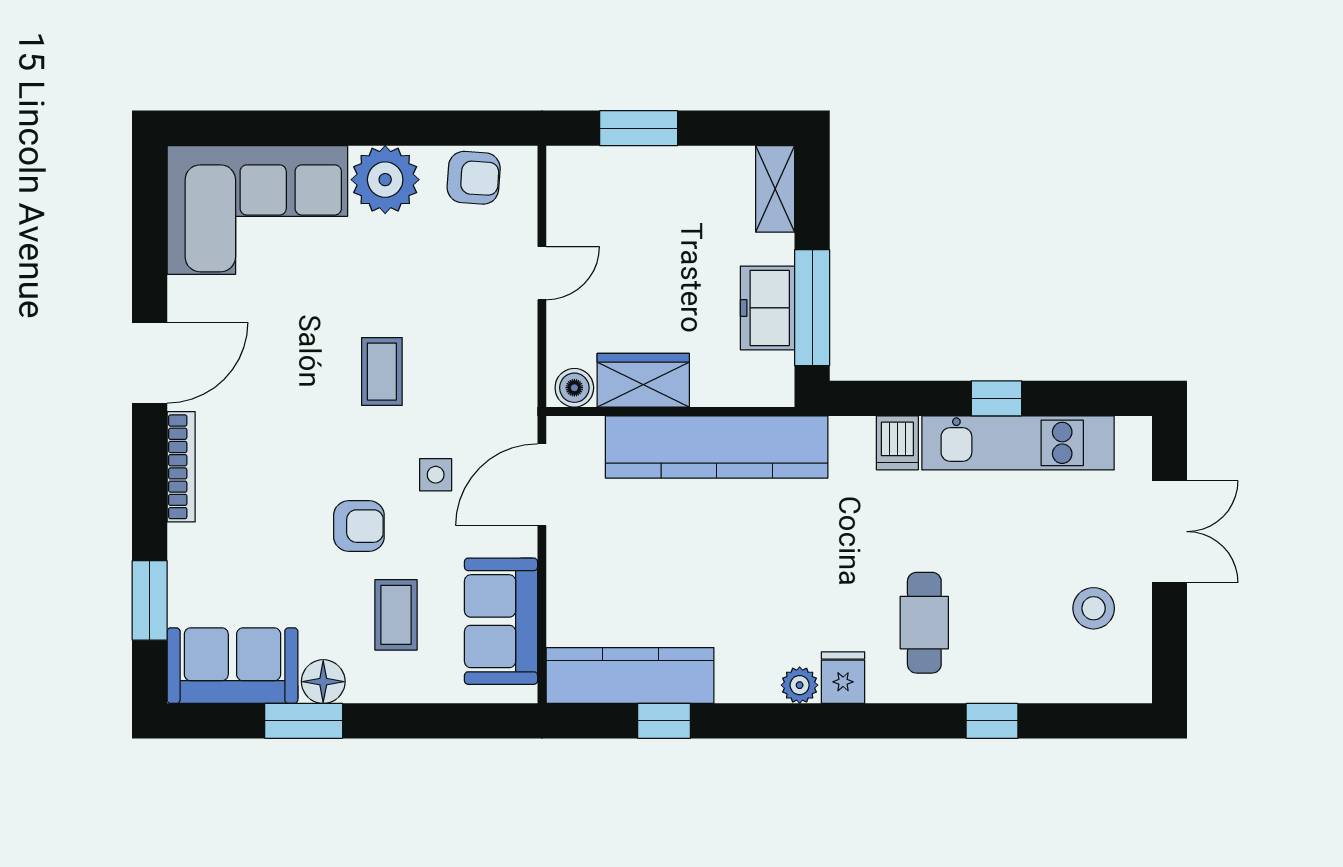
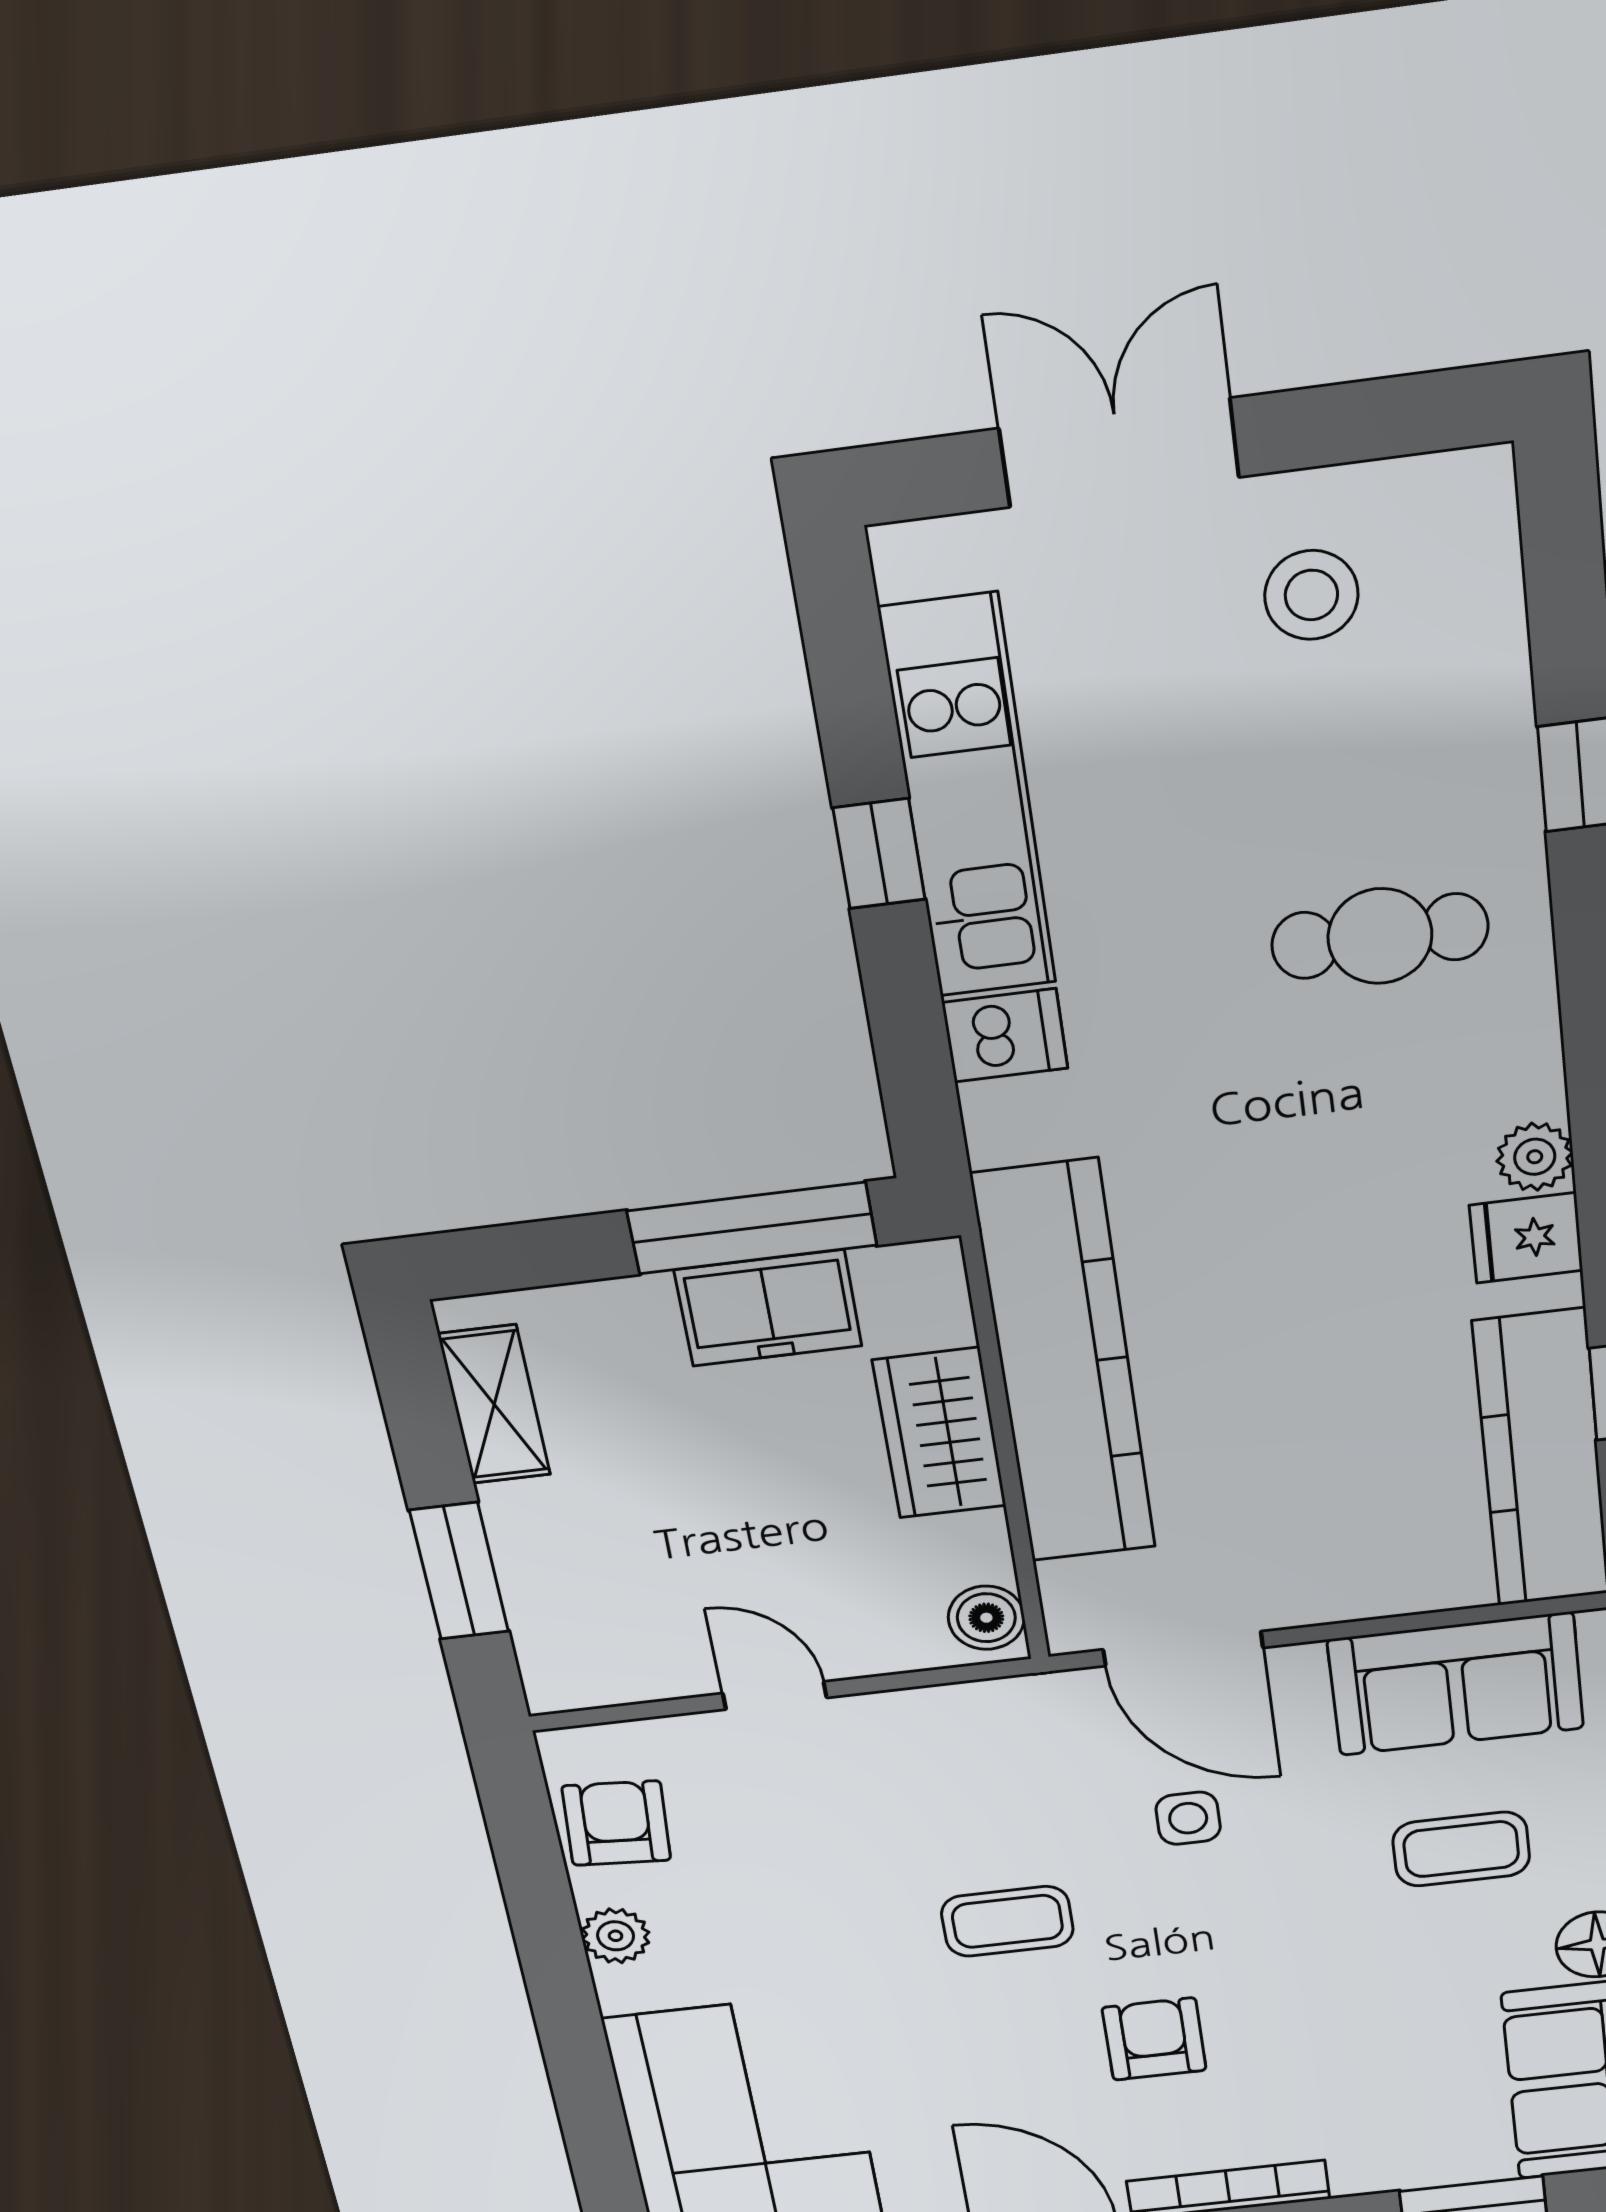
plant: (385, 180) -> (616, 1936), width x0.53, depth x0.53
shelving: (775, 189) -> (494, 1404), moved, turned 90
wardrobe: (643, 380) -> (940, 1433), moved
armchair: (359, 526) -> (1154, 2039), moved
fridge: (843, 678) -> (1526, 1238), moved

